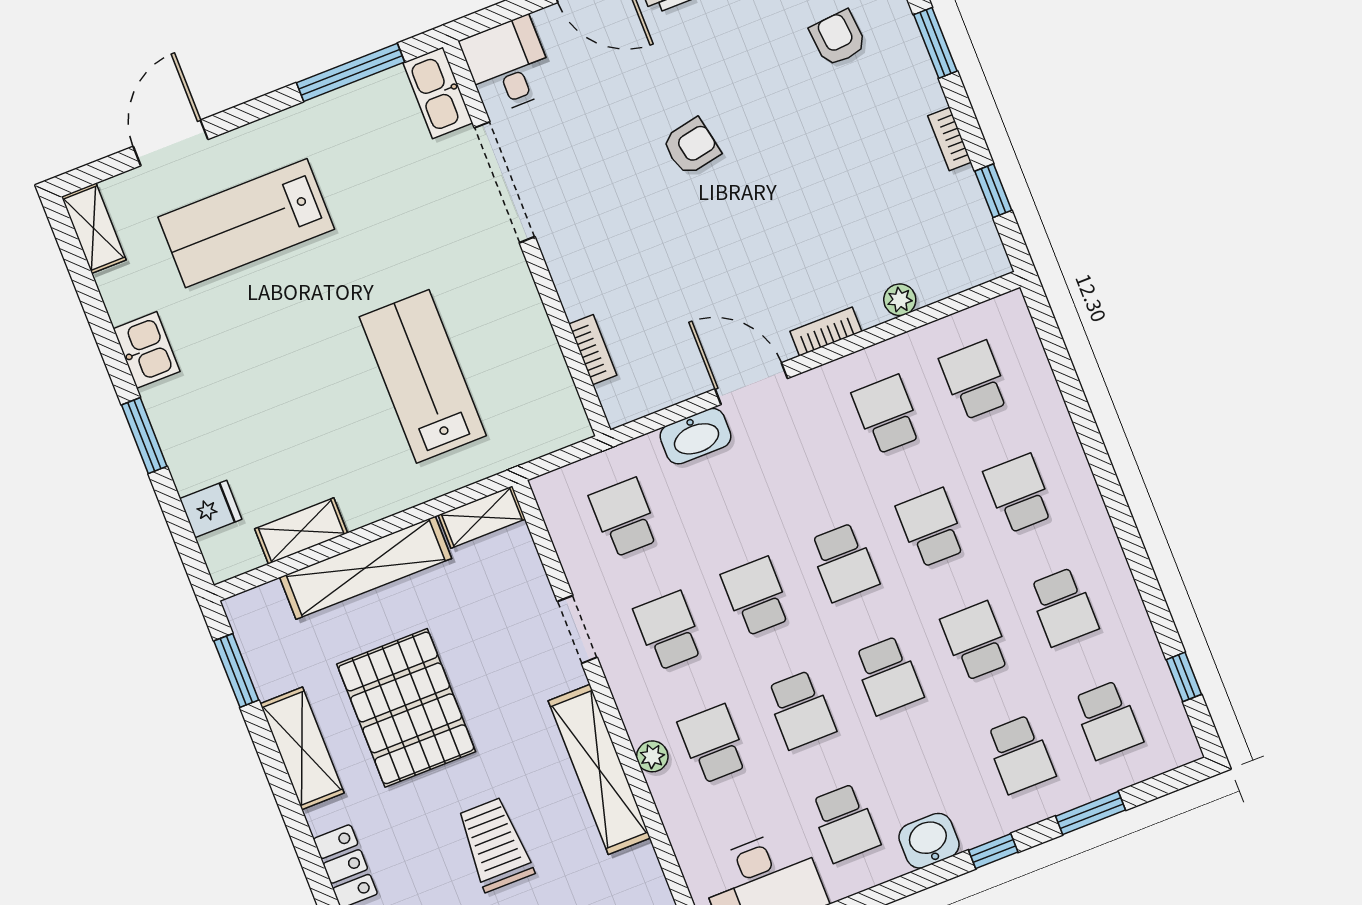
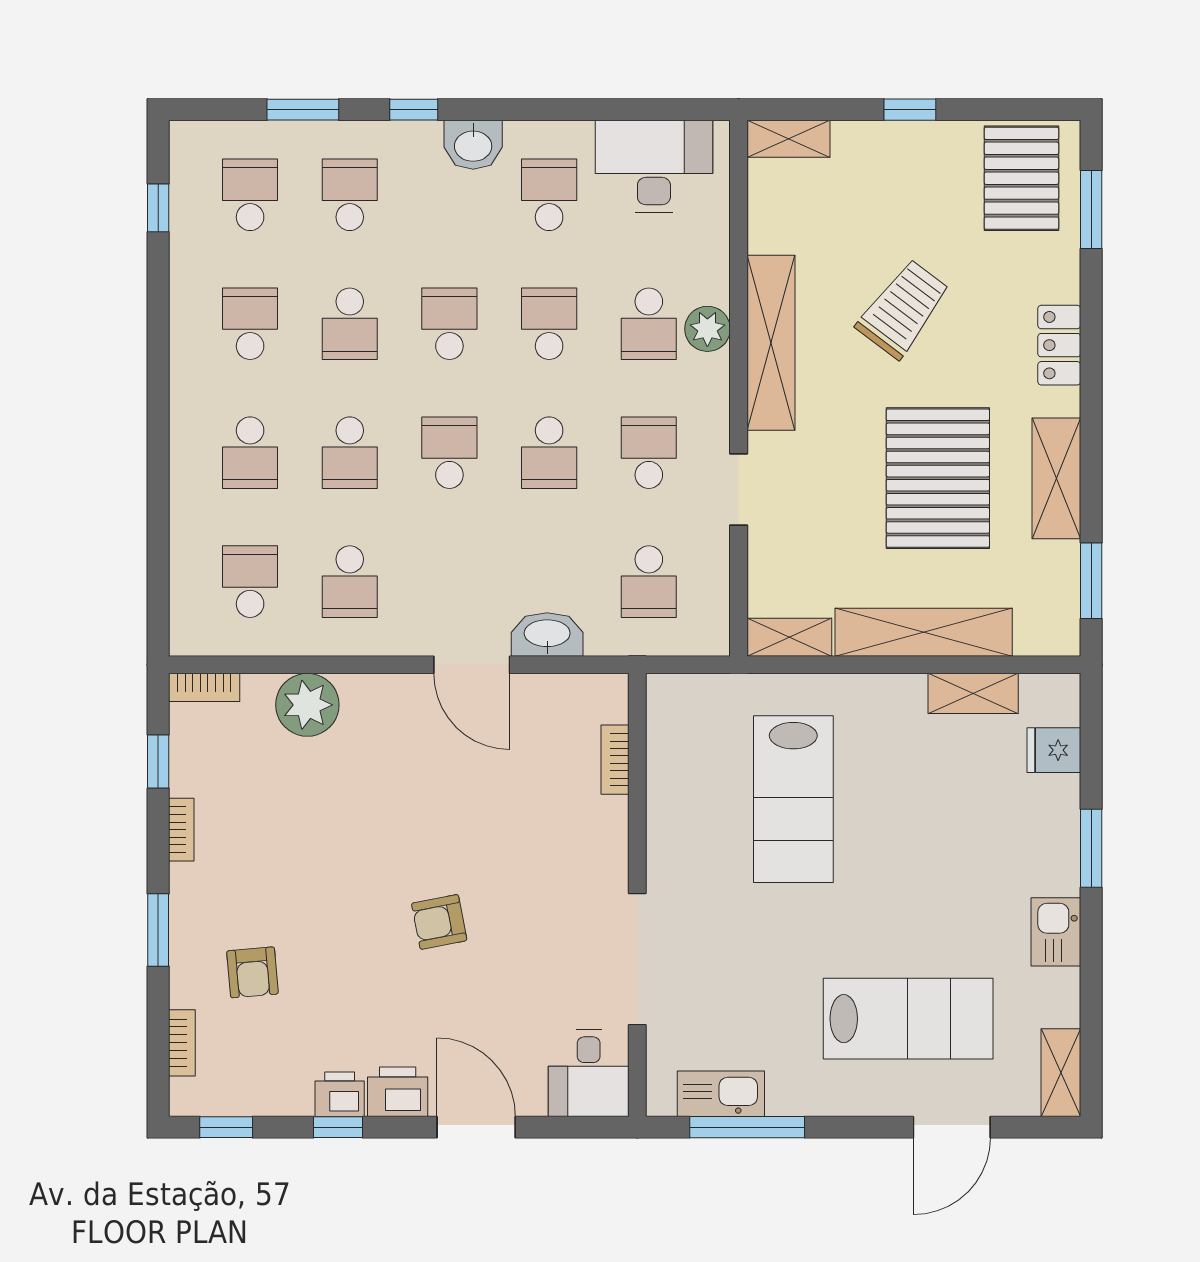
kitchen sink: (438, 93) -> (721, 1094), moved, turned -90
plant: (900, 300) -> (307, 705), width x1.87, depth x1.87
bookcase: (826, 331) -> (204, 687), moved
school desk: (975, 380) -> (250, 582), turned 180
school desk: (669, 631) -> (649, 453), turned 180
plant: (652, 756) -> (707, 329), width x1.38, depth x1.38
trolley: (495, 844) -> (903, 309), turned -143

